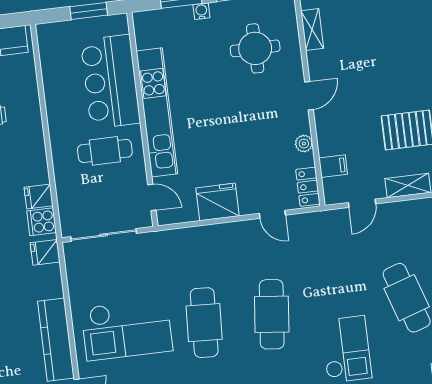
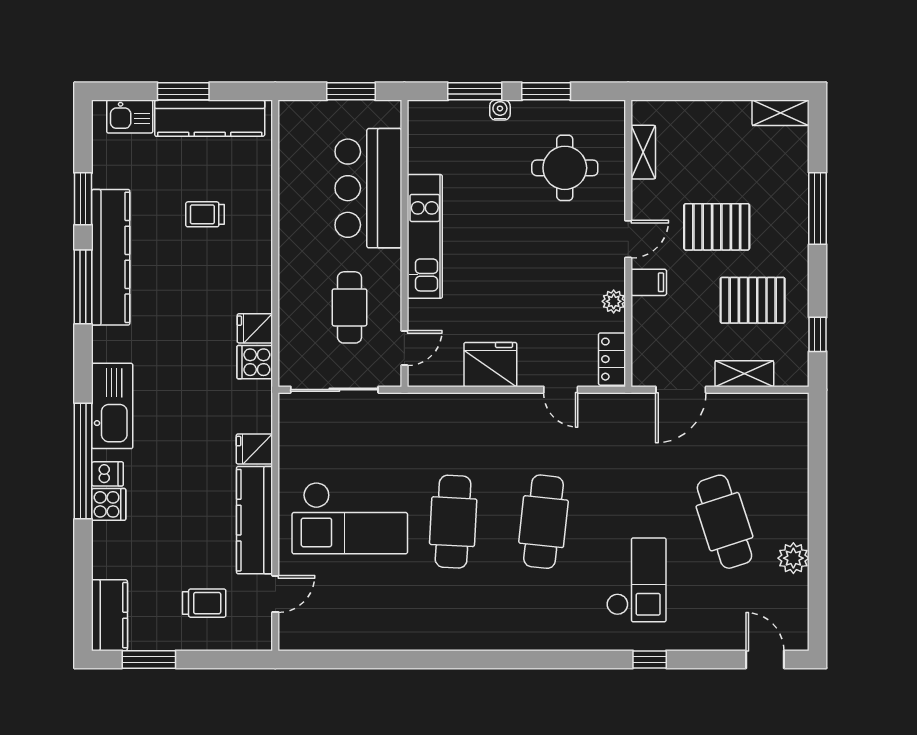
pallet: (374, 78) -> (717, 227), added
kitchen unit: (157, 112) -> (425, 236), width x0.73
cafe table: (105, 151) -> (350, 307), moved, turned 90
filing cabinet: (333, 166) -> (649, 282), moved
door: (152, 197) -> (404, 348), hinge flipped
door: (362, 203) -> (681, 390), width x1.38
fridge: (45, 252) -> (254, 449), moved

